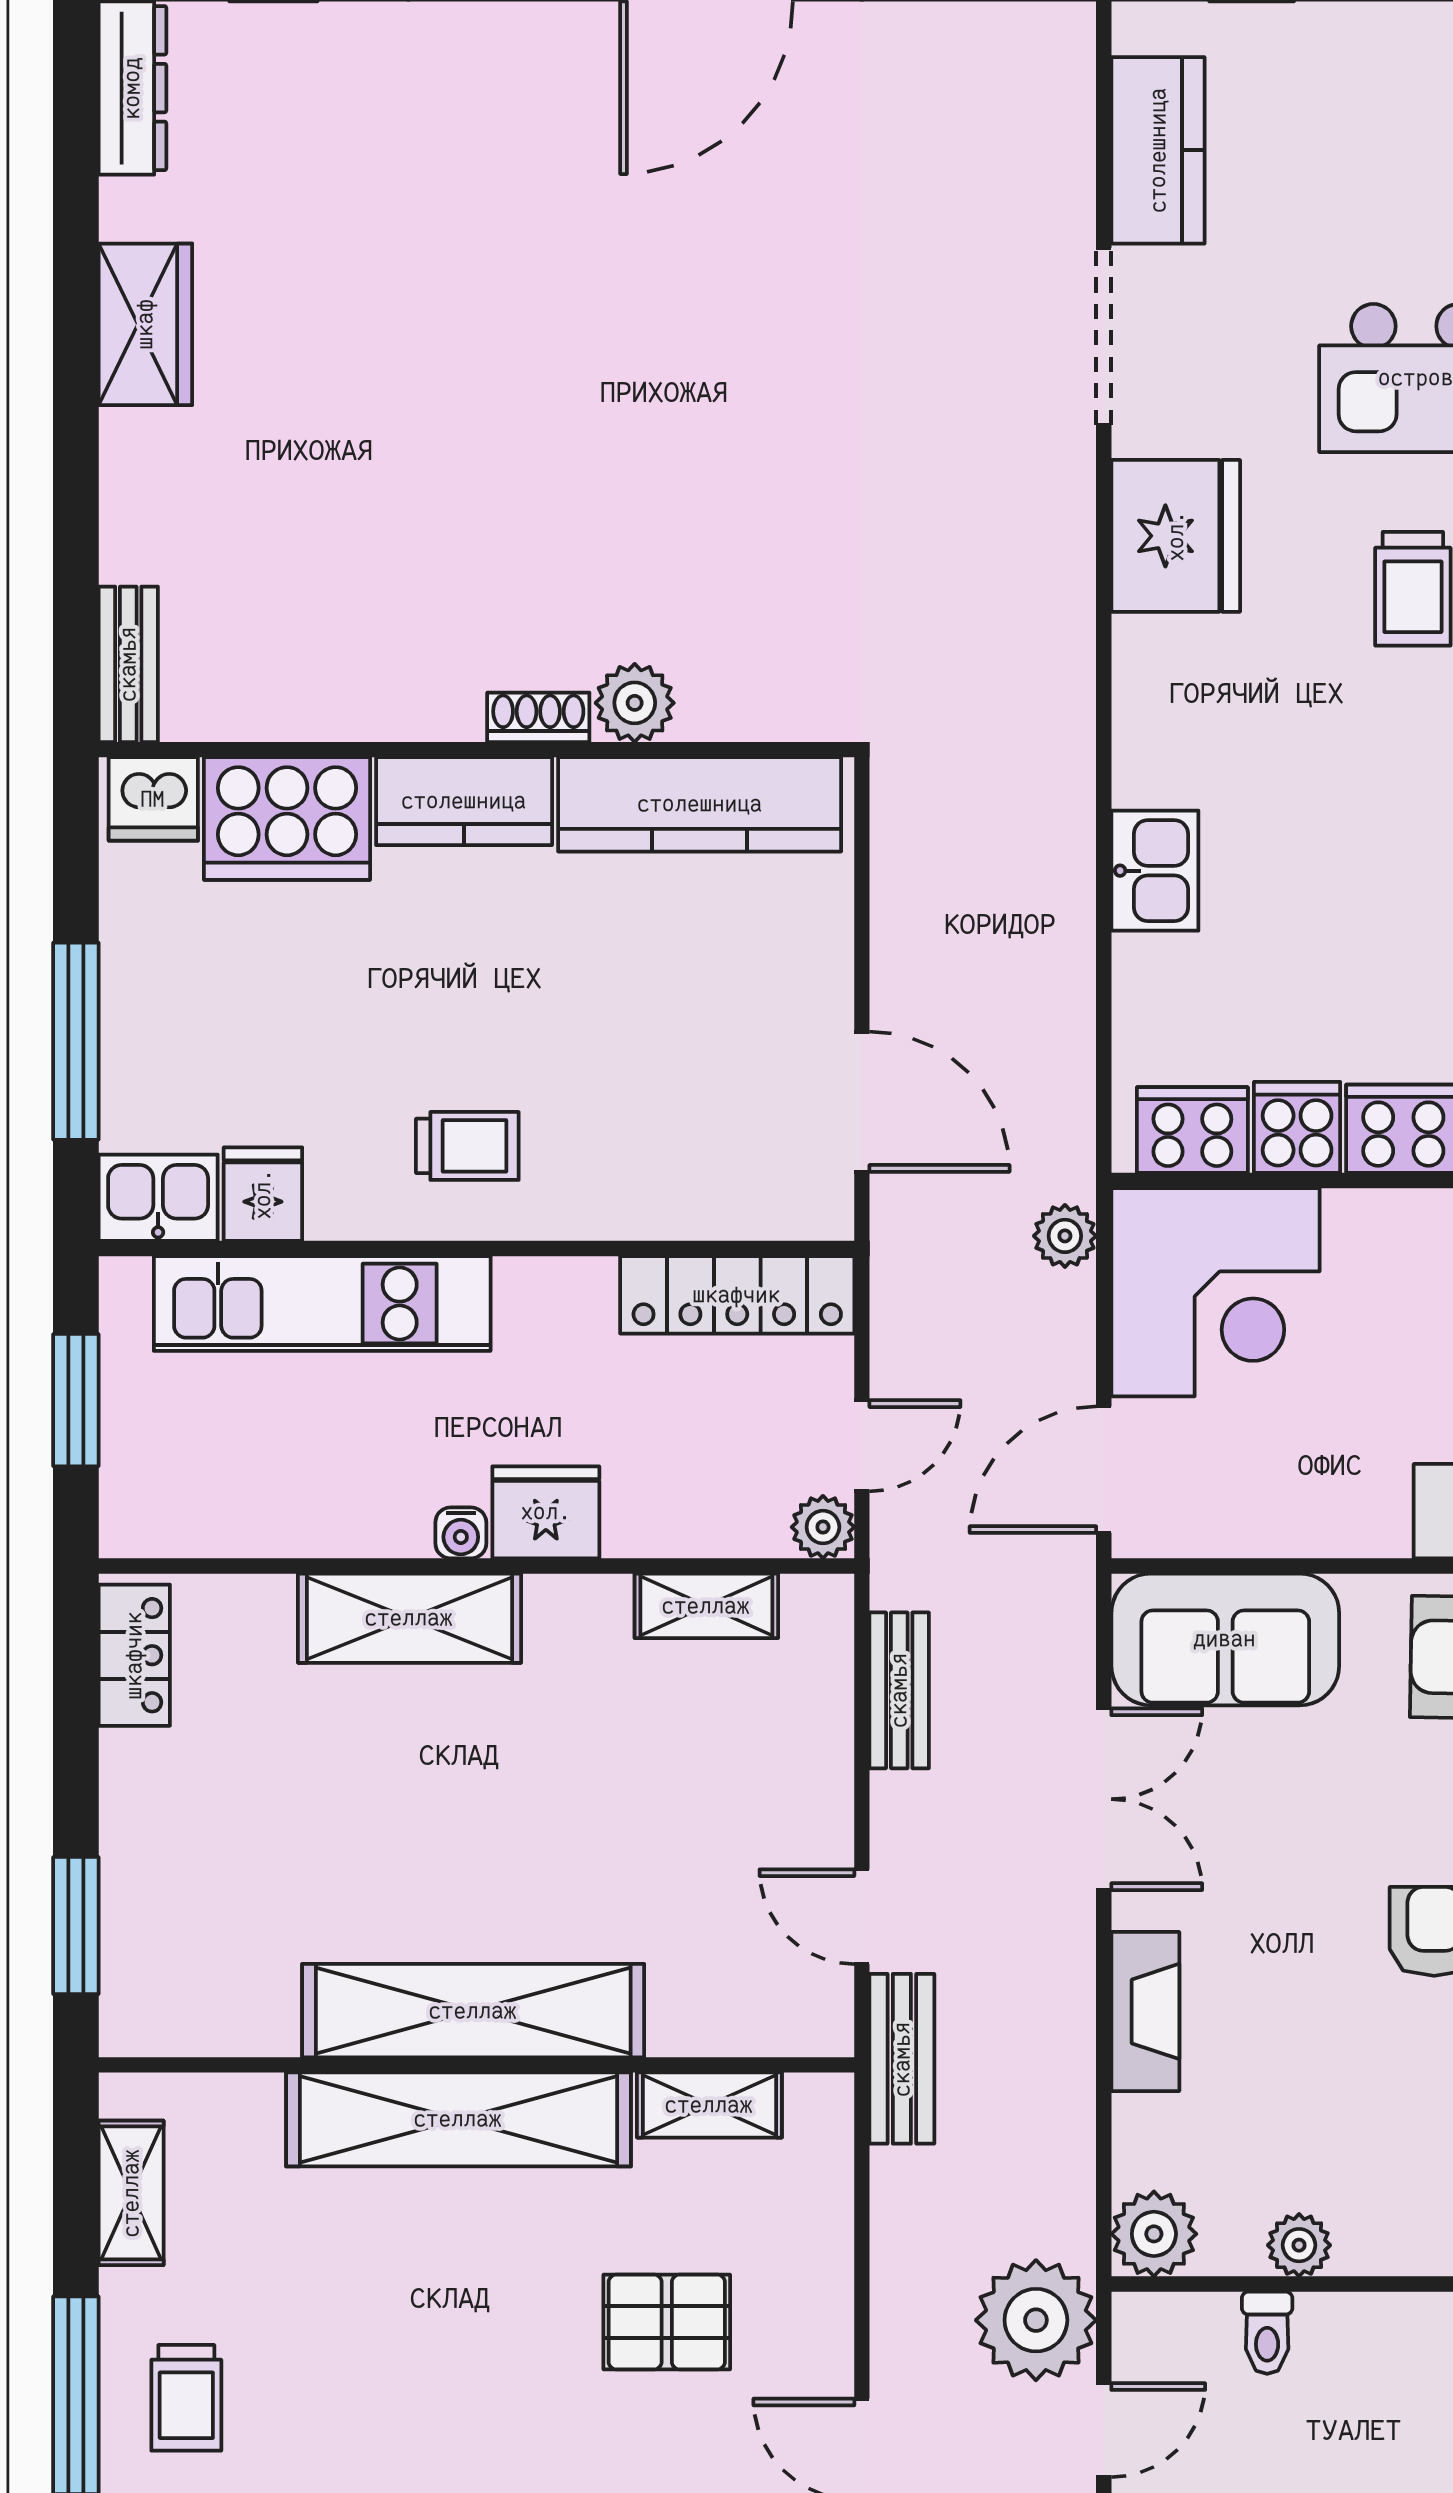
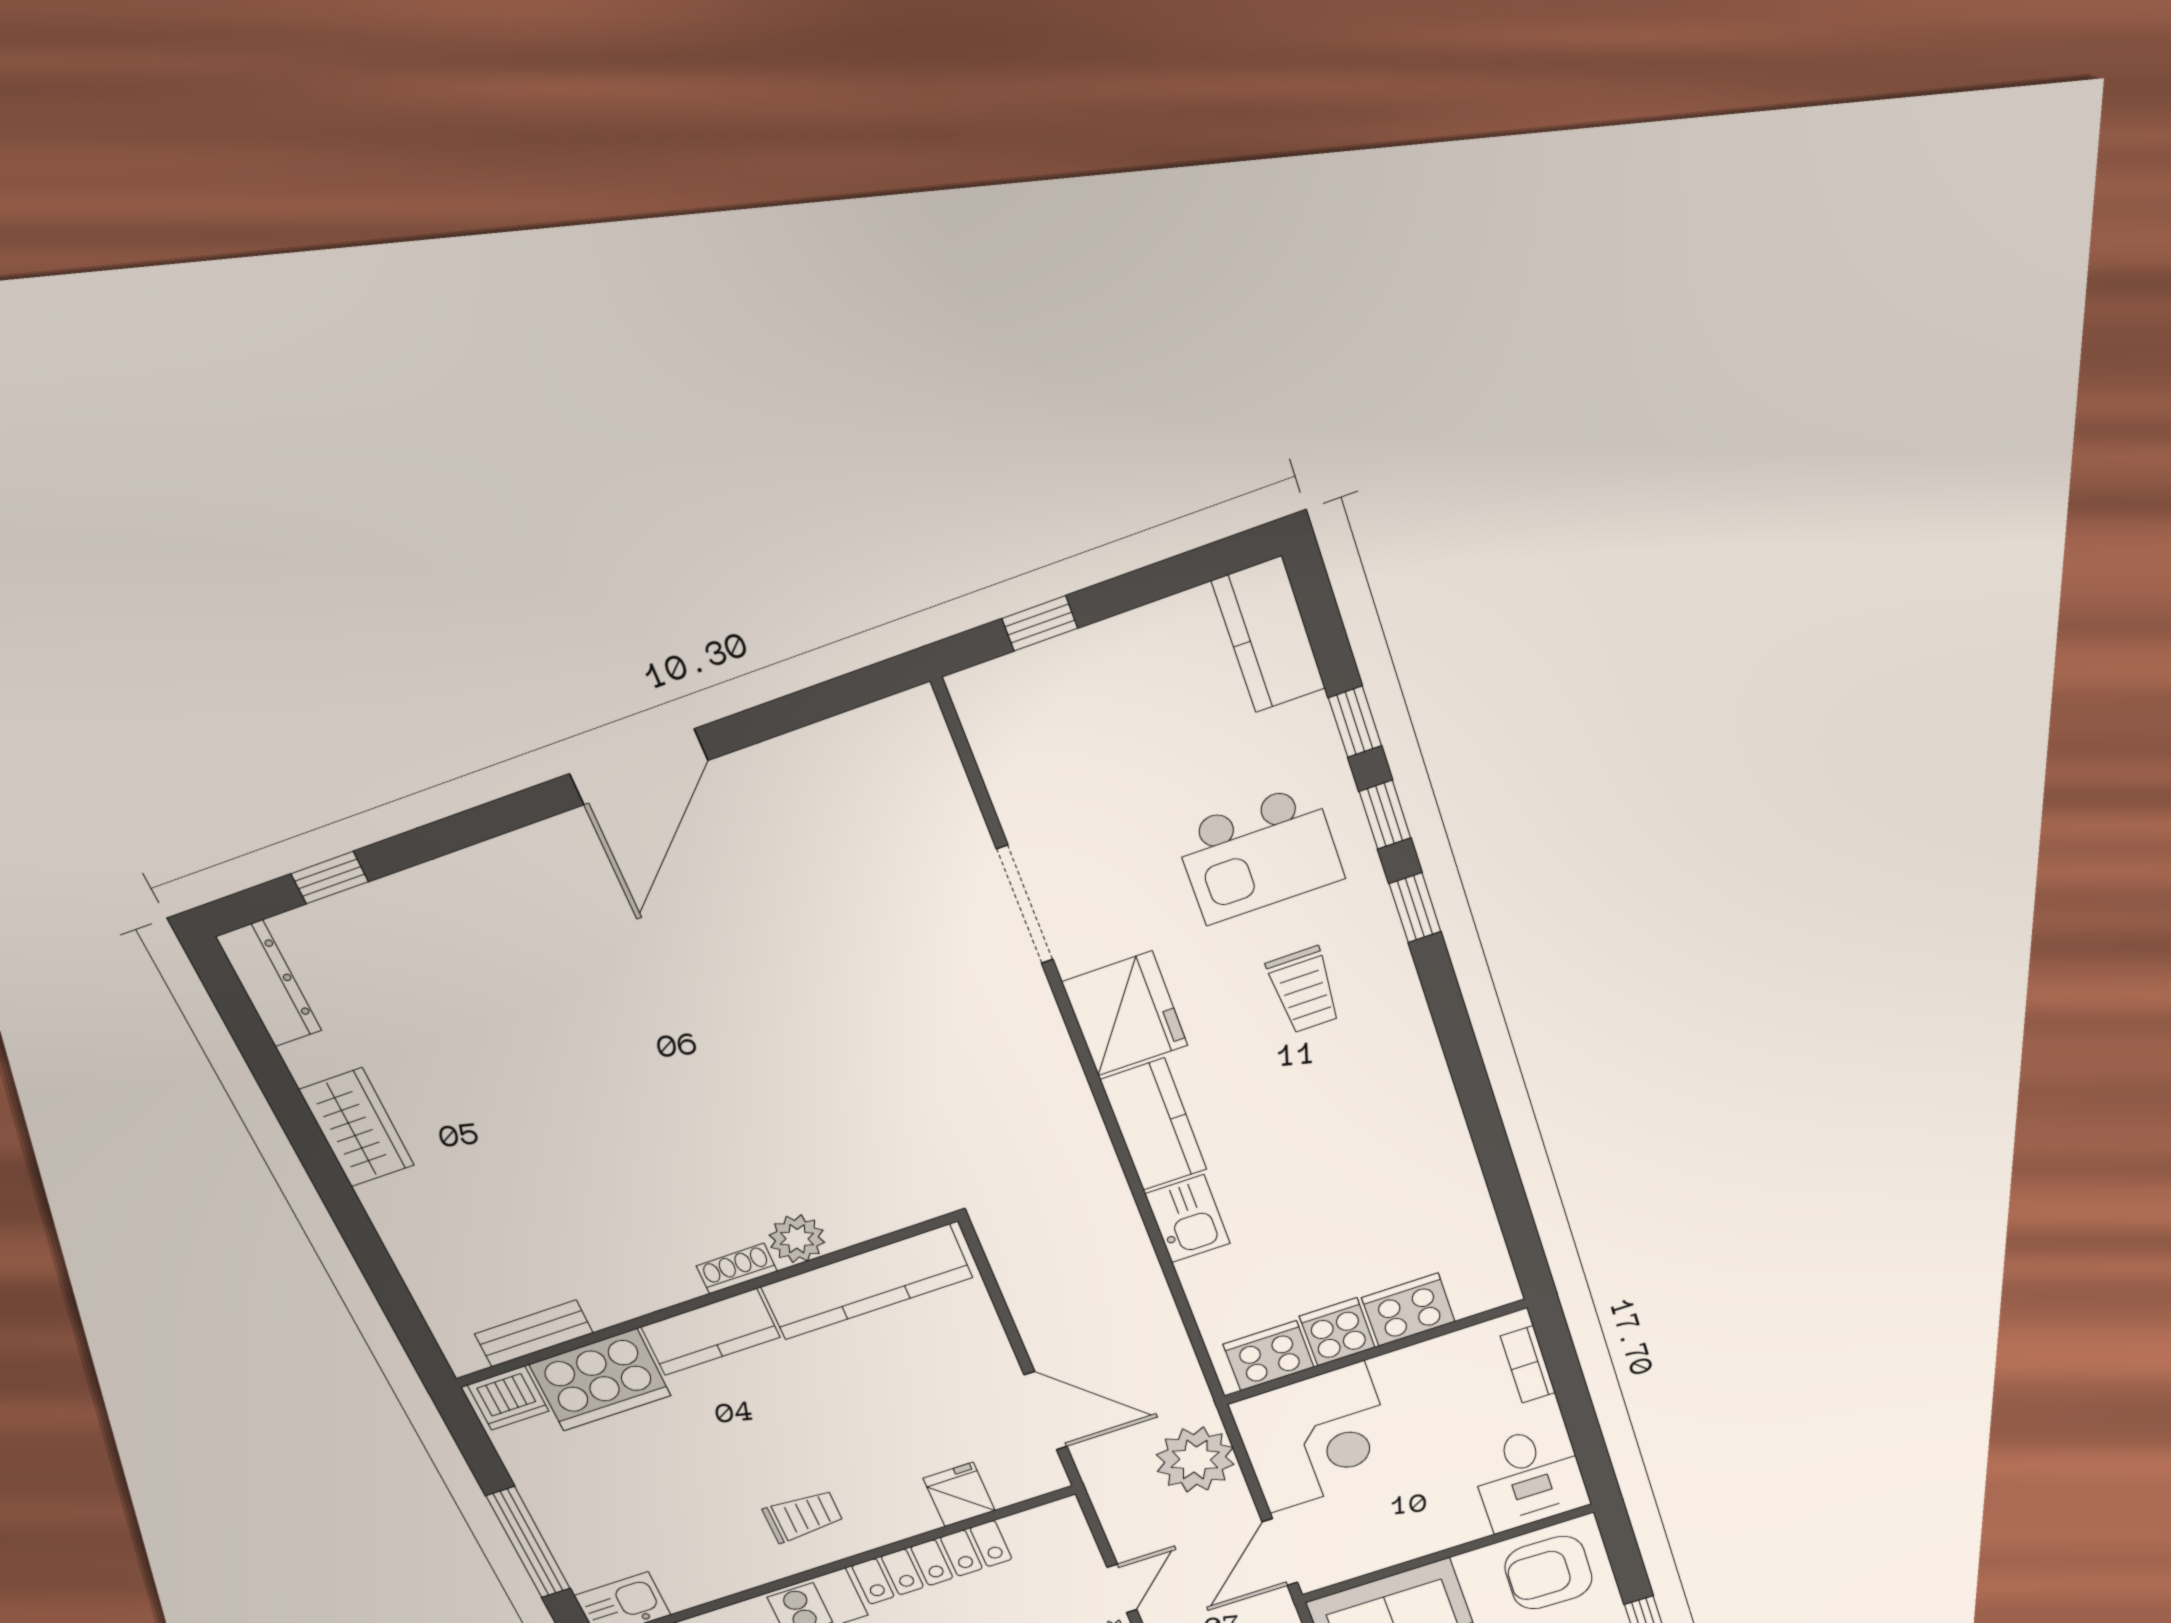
kitchen counter: (1158, 150) -> (1154, 1125), moved
bench: (128, 664) -> (534, 1333), moved, turned 90
fridge: (263, 1194) -> (959, 1494), moved
plant: (1065, 1236) -> (1195, 1460), width x1.88, depth x1.88
locker: (737, 1295) -> (932, 1562), moved

